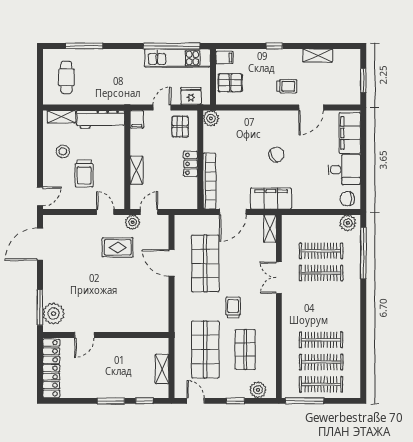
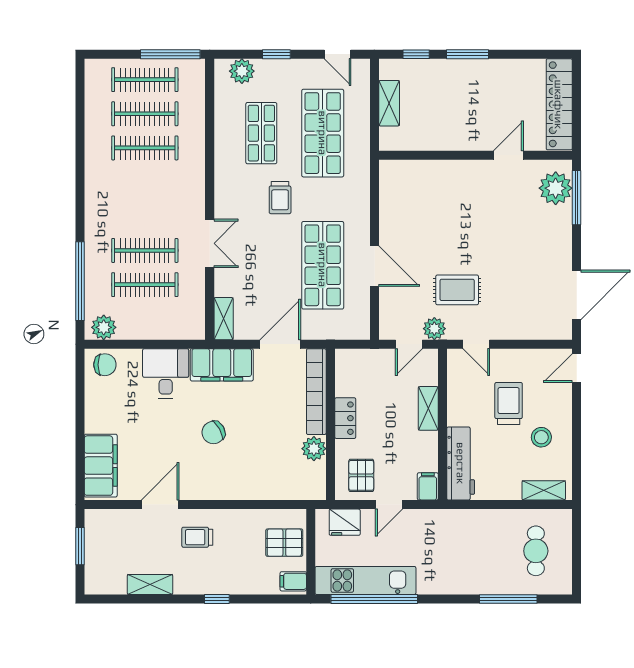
plant: (211, 118) -> (314, 449), moved
workbench: (100, 119) -> (461, 463), moved, turned 90
desk: (344, 170) -> (166, 373), moved, turned 90

